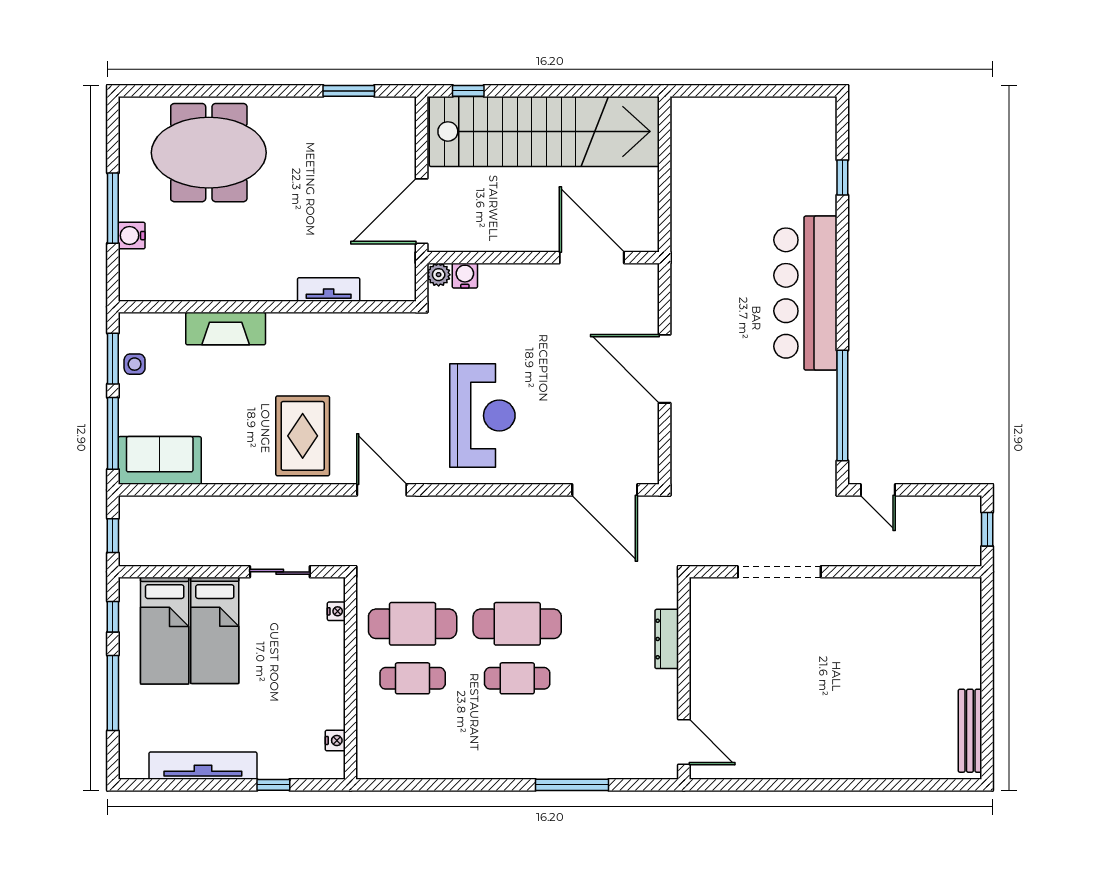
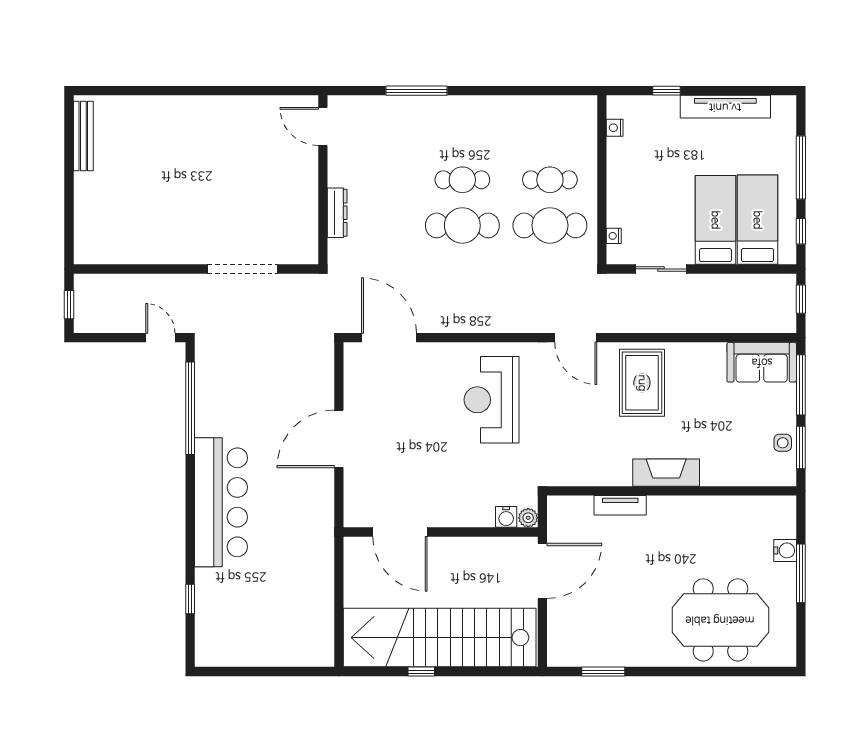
window: (468, 91) -> (421, 672), moved
fireplace: (226, 329) -> (666, 473), moved
door: (665, 369) -> (339, 439), swing flipped

